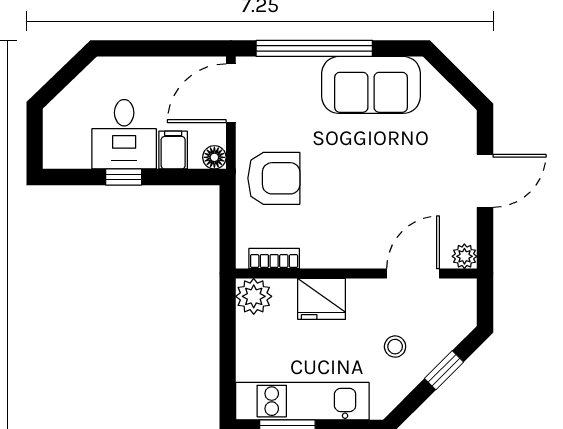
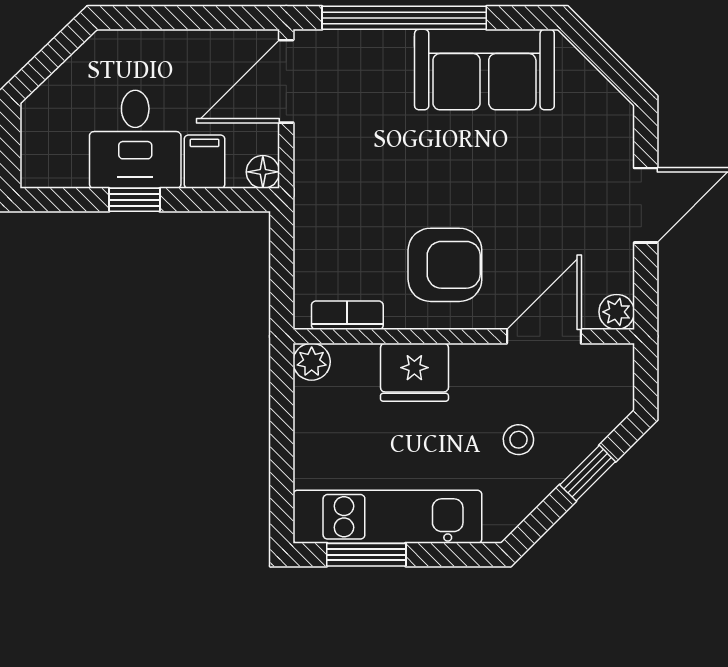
armchair: (274, 178) -> (445, 265), moved
plant: (254, 296) -> (312, 362), width x0.73, depth x0.73

